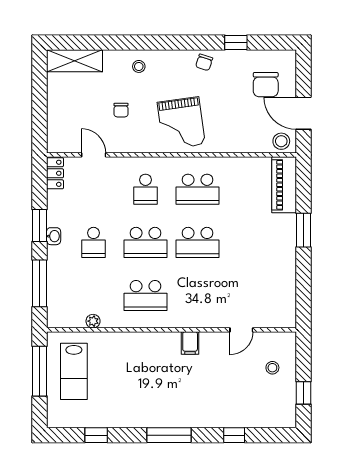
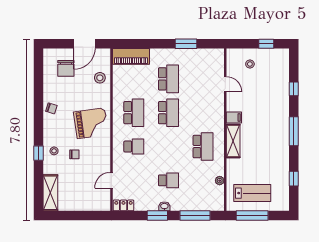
window: (236, 42) -> (38, 153), moved
chair: (266, 85) -> (66, 68), turned 90
chair: (121, 110) -> (74, 154), moved
stool: (281, 141) -> (100, 78), moved
window: (304, 230) -> (186, 44), moved
school desk: (145, 242) -> (168, 79), moved
shelving: (154, 342) -> (233, 141), added

